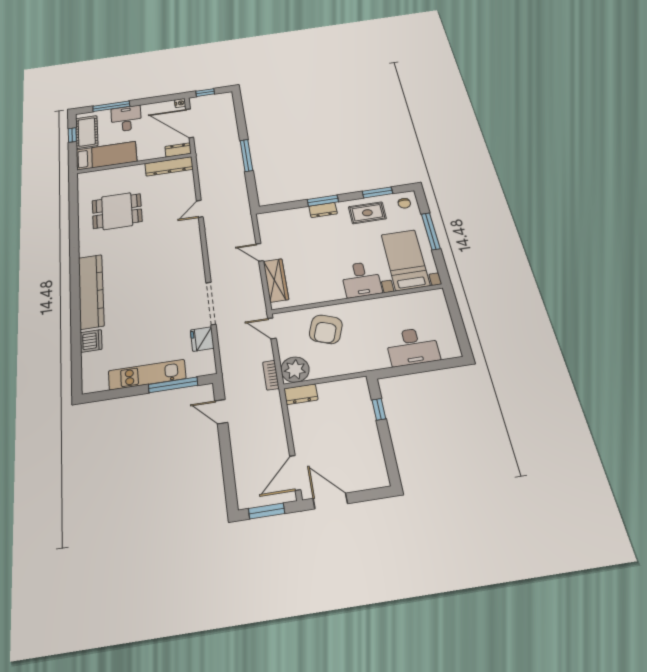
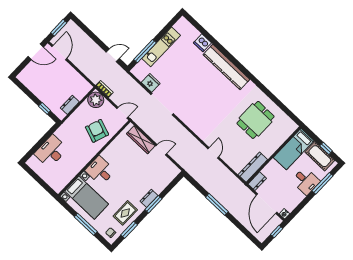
door: (190, 123) -> (267, 204), swing flipped
dresser: (301, 394) -> (70, 105), moved

